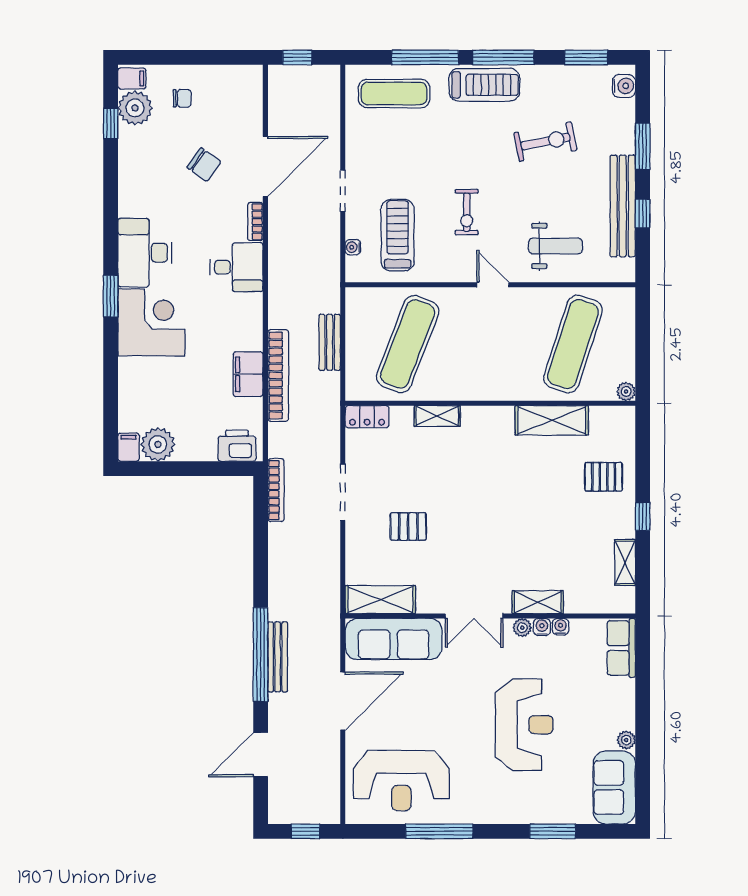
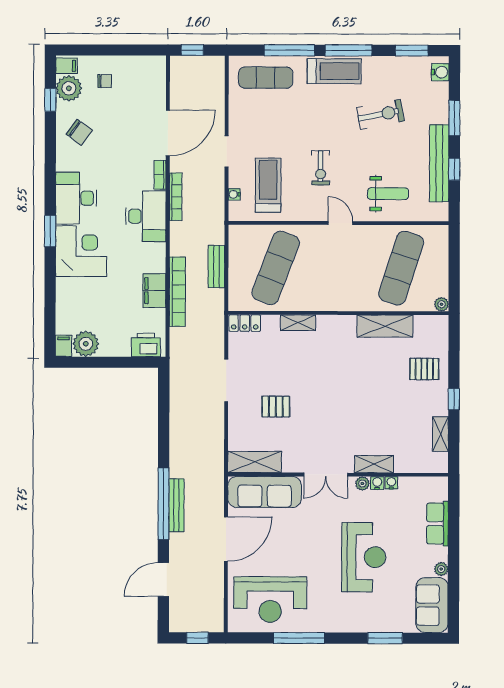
chair: (204, 165) -> (79, 132), moved
desk: (237, 267) -> (146, 216), width x1.37
bookcase: (276, 490) -> (176, 197), moved
row of seats: (621, 648) -> (437, 524), moved

